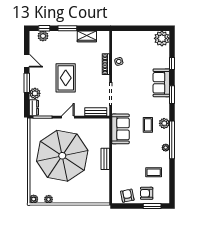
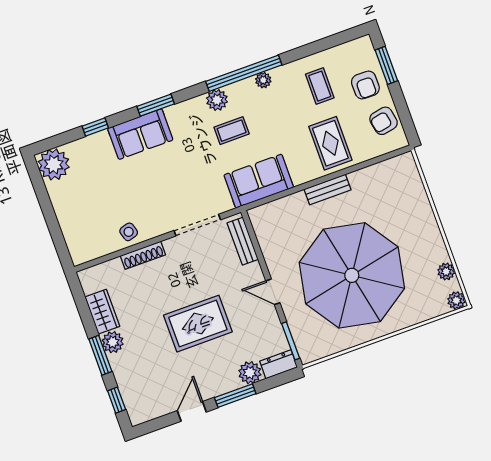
plant: (43, 36) -> (113, 342), moved
rug: (126, 168) -> (330, 143), added

